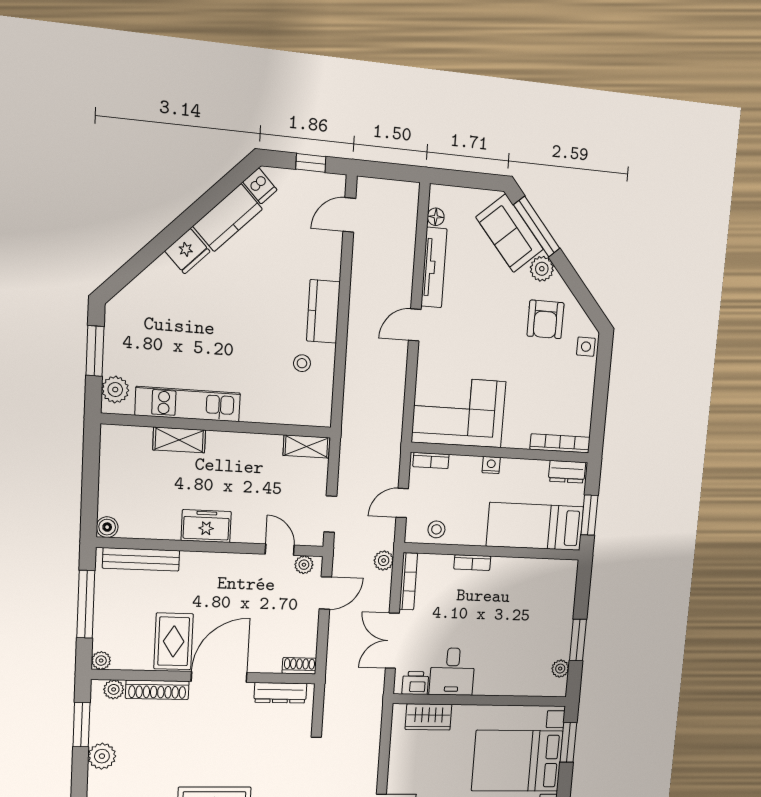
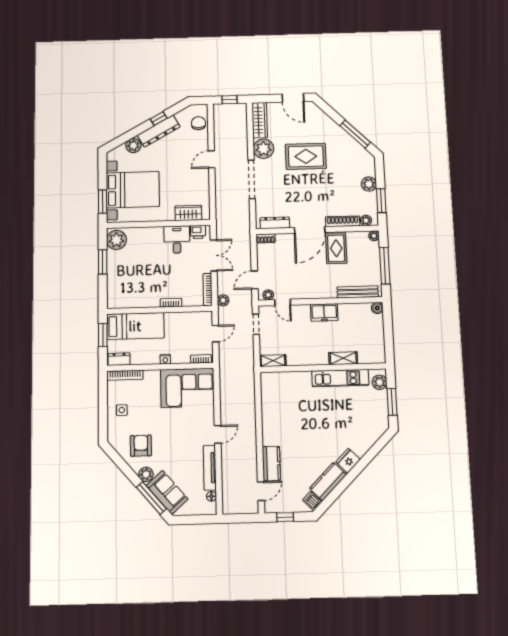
kitchen counter: (323, 311) -> (271, 464), moved
side table: (586, 347) -> (122, 410), moved
stool: (302, 363) -> (280, 406), removed
stool: (436, 529) -> (194, 320), removed
plant: (560, 669) -> (116, 240), width x1.88, depth x1.88

